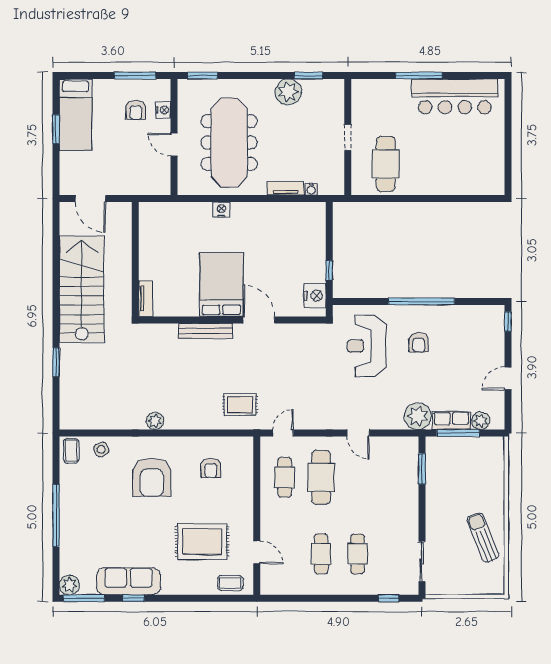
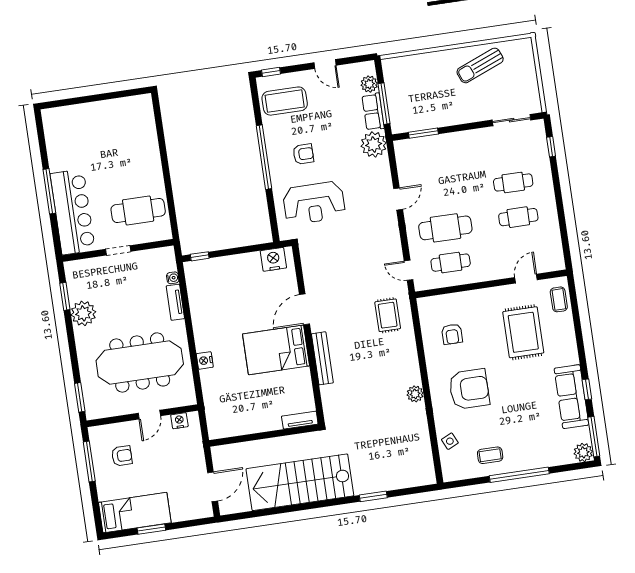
bar counter: (455, 96) -> (73, 212), moved
nightstand: (163, 110) -> (179, 421), moved
window: (329, 270) -> (200, 256), moved
coffee table: (476, 331) -> (285, 101), added
coffee table: (71, 451) -> (490, 455), moved
armchair: (211, 468) -> (452, 334), turned 90

